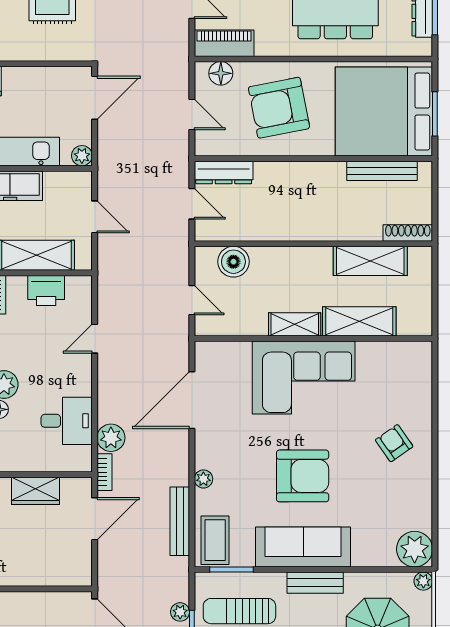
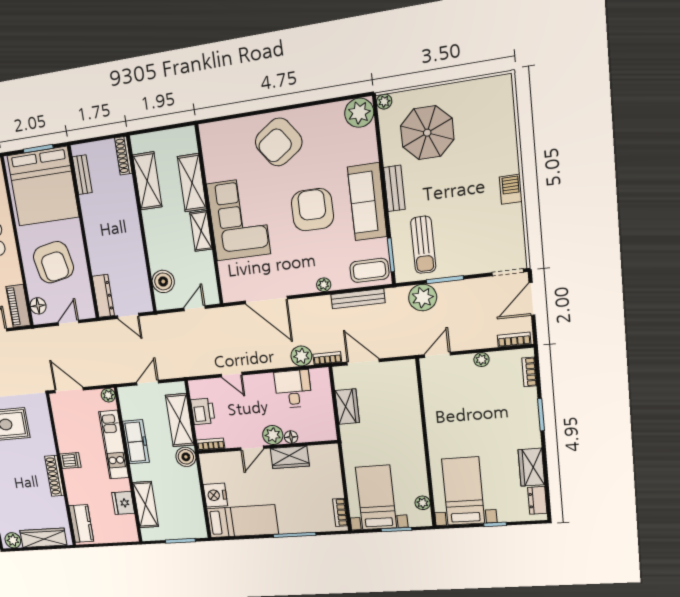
bench: (382, 171) -> (82, 175), width x0.73
door: (192, 204) -> (128, 316), swing flipped
armchair: (394, 443) -> (279, 142), width x1.88, depth x1.88
plant: (180, 612) -> (423, 298), width x1.88, depth x1.88

